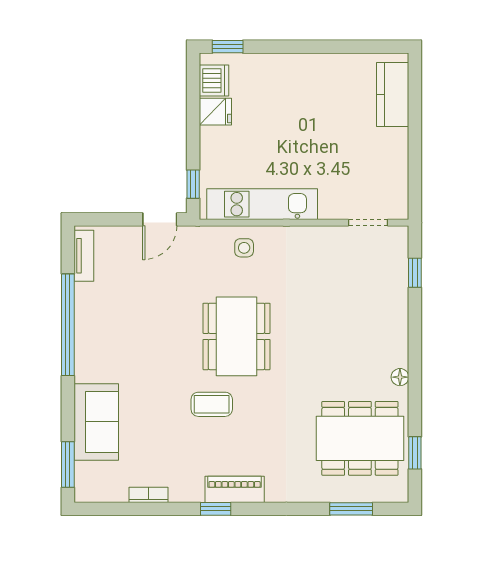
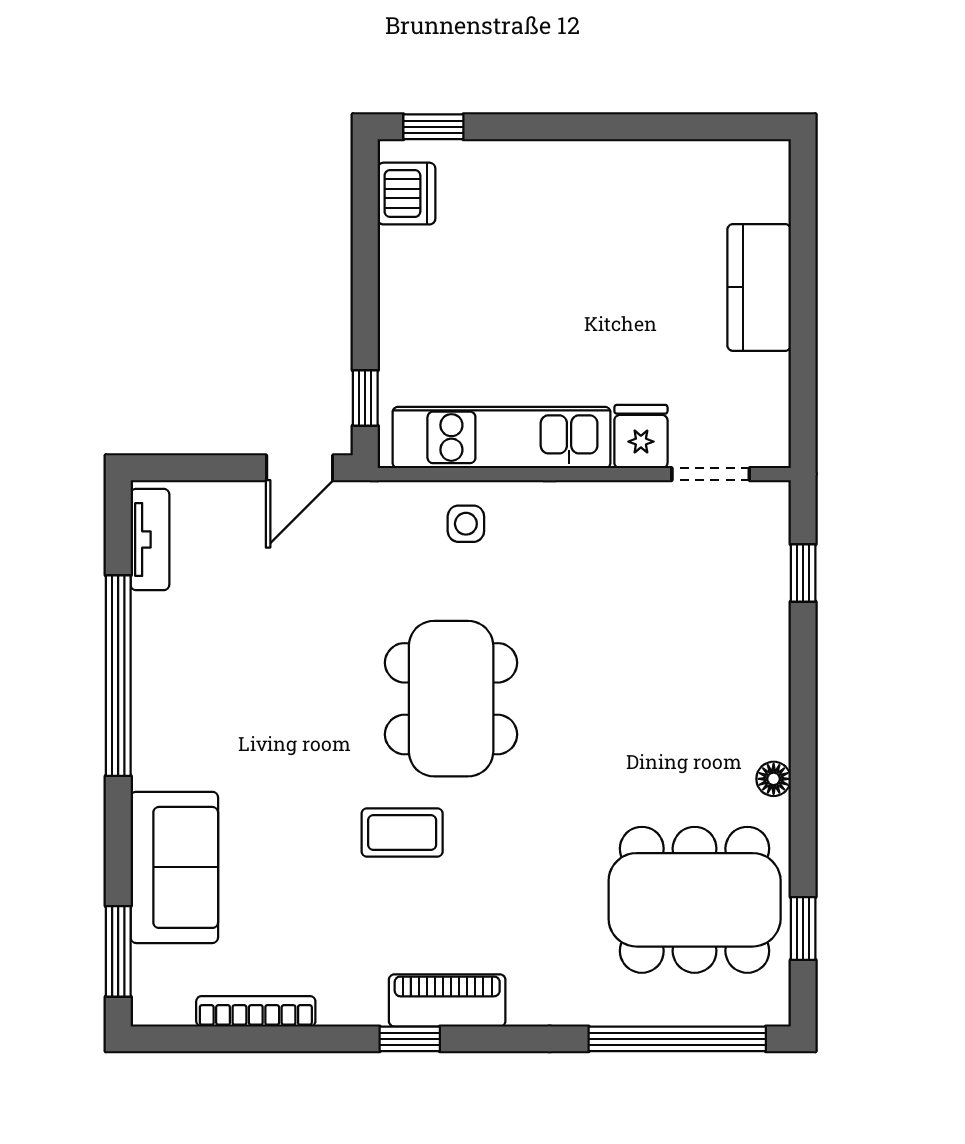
kitchen counter: (393, 94) -> (759, 287), moved
fridge: (215, 112) -> (641, 436), moved, turned -90
bookcase: (148, 495) -> (256, 1011), width x1.56
window: (351, 509) -> (677, 1039), width x2.11

